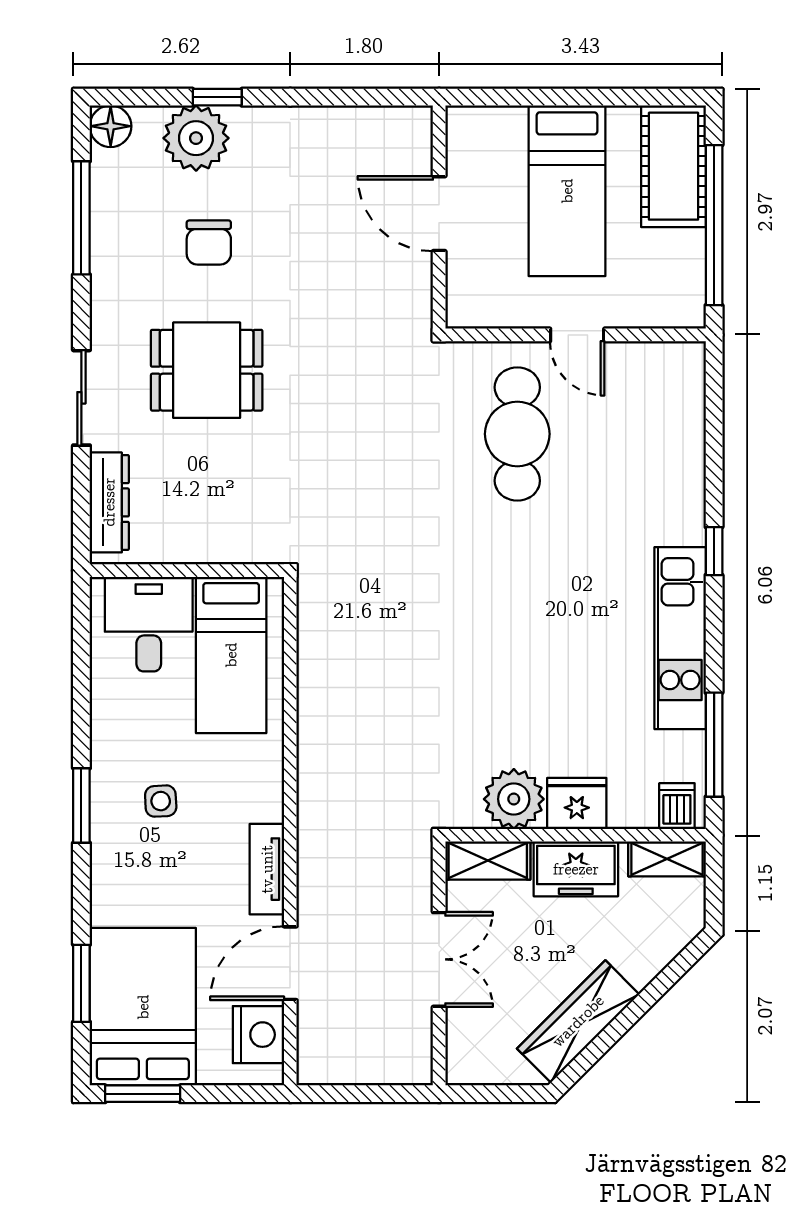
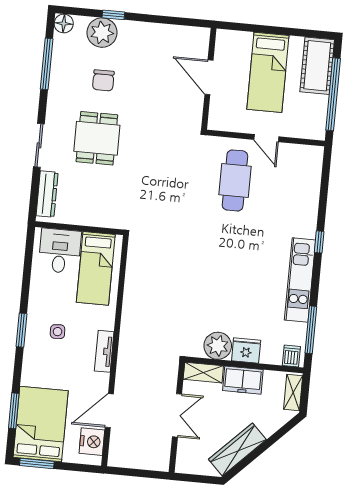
dining table: (207, 370) -> (97, 138), turned 90
shelving: (667, 859) -> (293, 393), moved, turned 90
tv unit: (267, 869) -> (104, 351), moved

